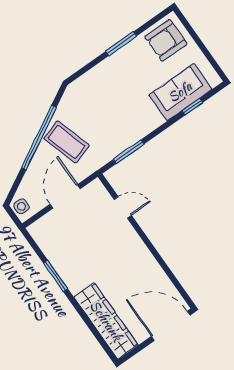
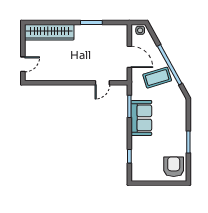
sofa: (180, 92) -> (141, 118), moved
door: (171, 326) -> (23, 64), width x0.53

